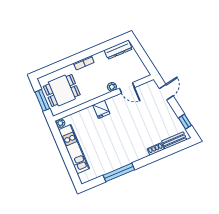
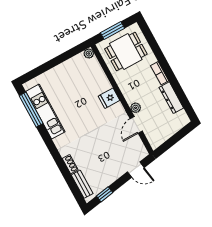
dresser: (118, 50) -> (171, 98), moved
dining table: (62, 90) -> (126, 51), turned 90
kitchen unit: (74, 149) -> (45, 112), moved, turned -90
window: (119, 172) -> (31, 110), moved

